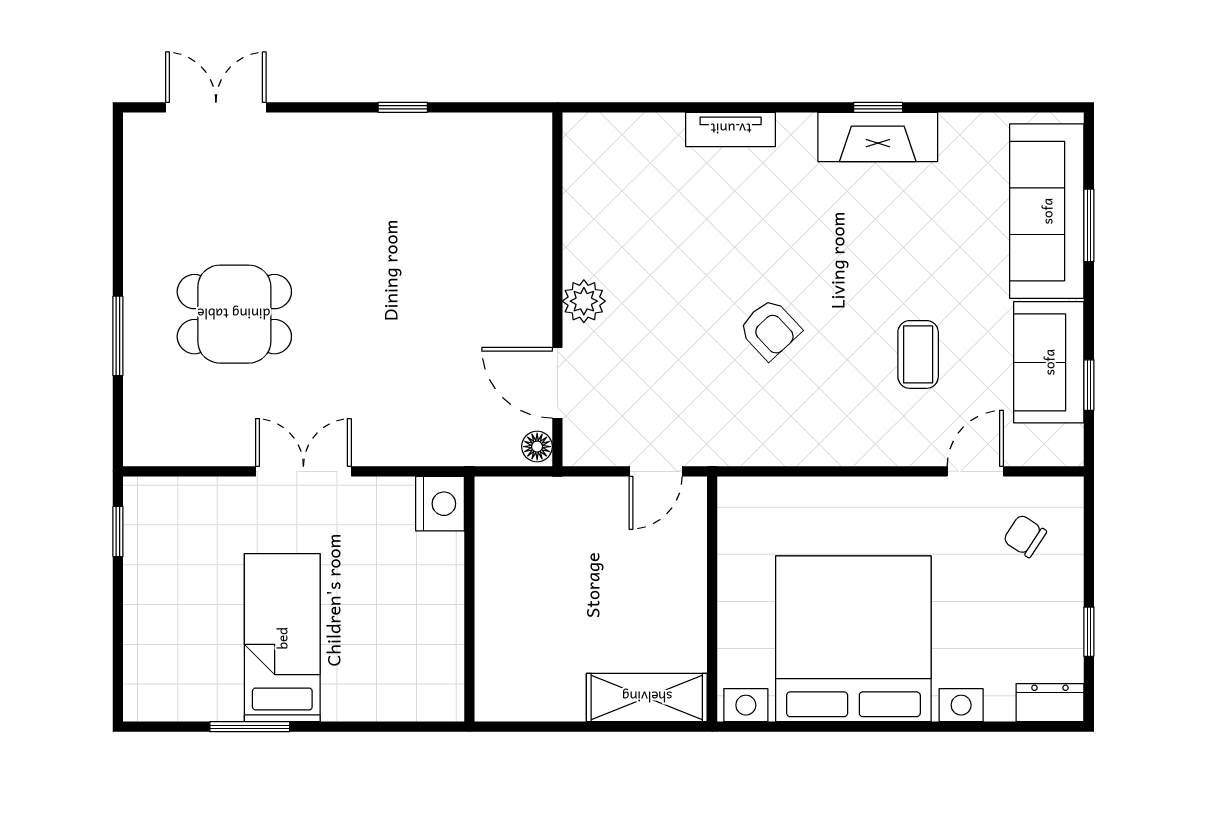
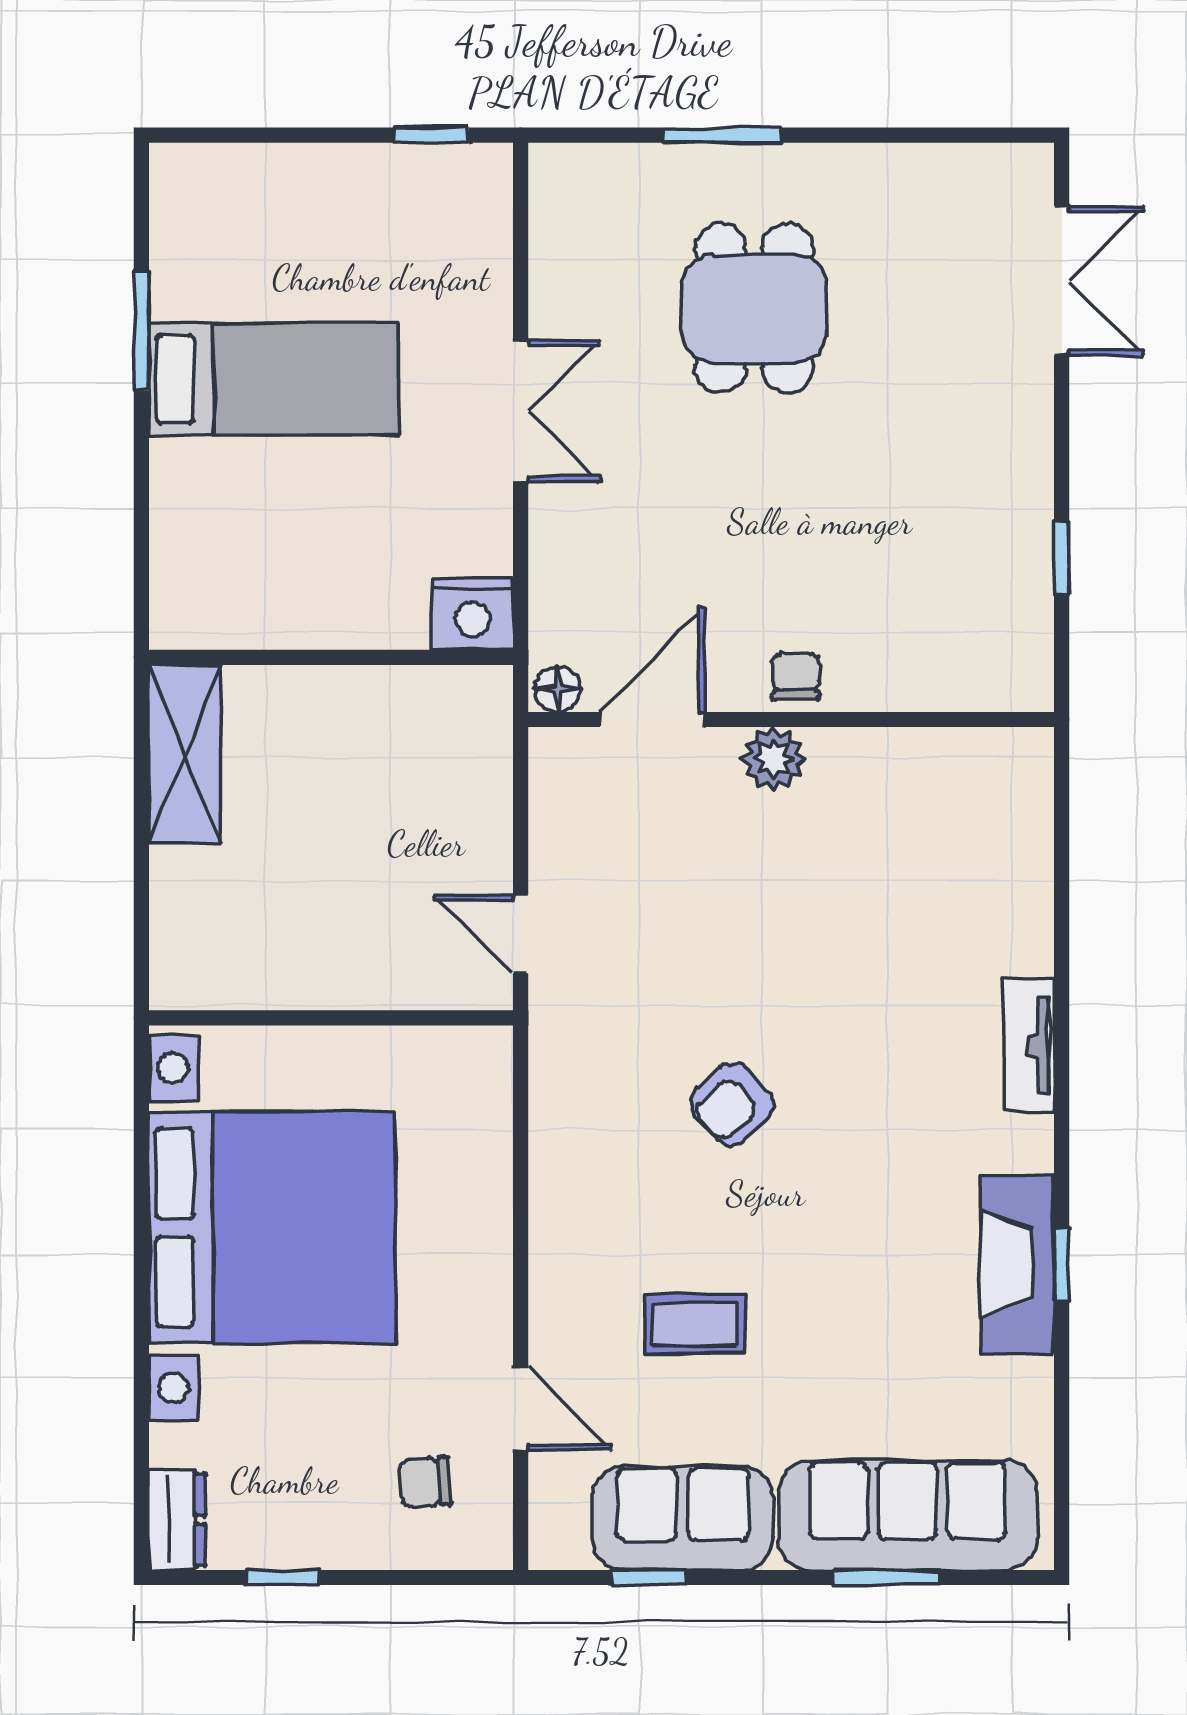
chair: (482, 286) -> (796, 676), added
wall: (557, 289) -> (791, 720), moved
plant: (584, 301) -> (773, 759), moved
door: (557, 383) -> (652, 720), moved
floor lamp: (537, 447) -> (558, 689), moved
chair: (1025, 536) -> (425, 1482), turned -127
shelving: (647, 697) -> (185, 755), moved

